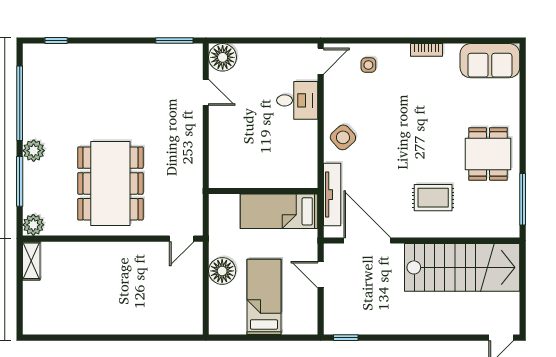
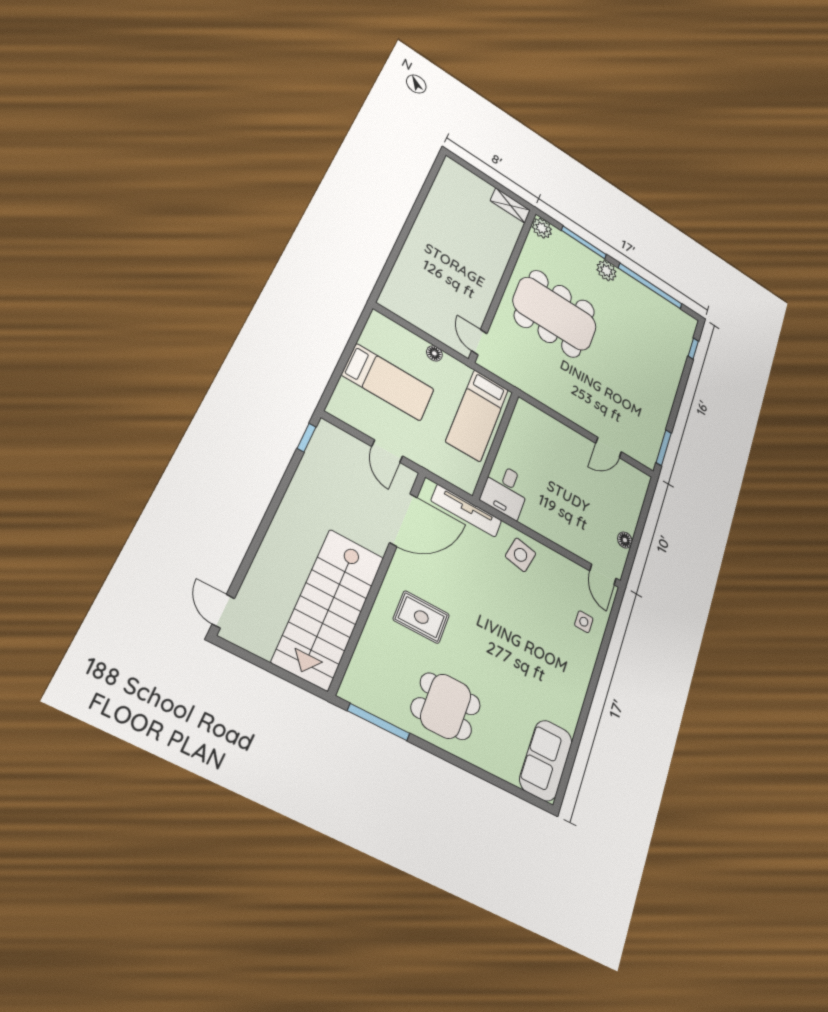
bookcase: (427, 50) -> (579, 693), removed
floor lamp: (223, 57) -> (625, 540), moved, width x0.53, depth x0.53
desk: (297, 100) -> (505, 491), moved
side table: (343, 137) -> (521, 555), turned -37
rug: (433, 198) -> (421, 617), turned 90
bed: (279, 211) -> (477, 415), moved, turned 180
floor lamp: (222, 271) -> (434, 353), width x0.53, depth x0.53
door: (321, 275) -> (387, 451), swing flipped

